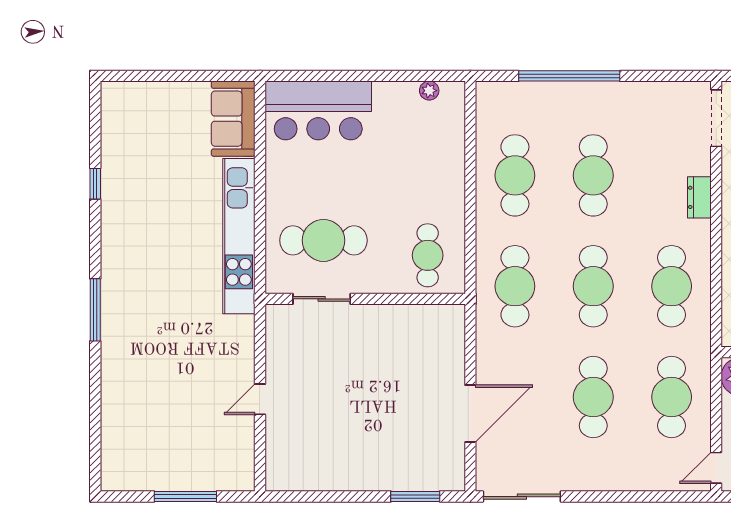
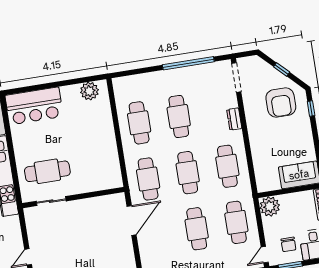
window: (569, 76) -> (188, 63), moved
plant: (429, 91) -> (89, 91), width x1.87, depth x1.87
cafe table: (428, 255) -> (101, 170), removed
door: (470, 414) -> (132, 220), moved

